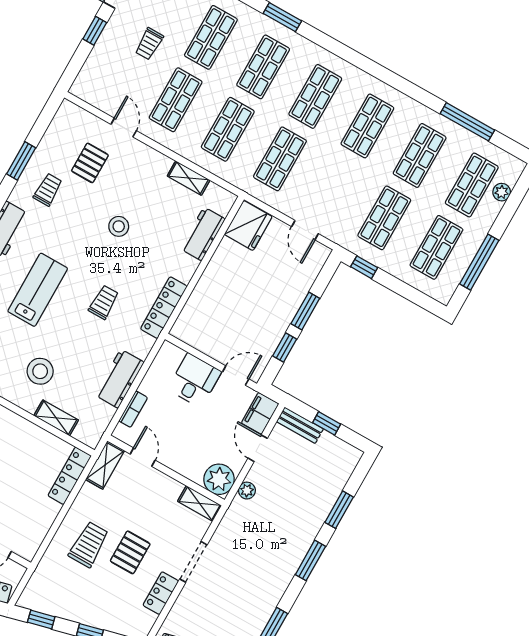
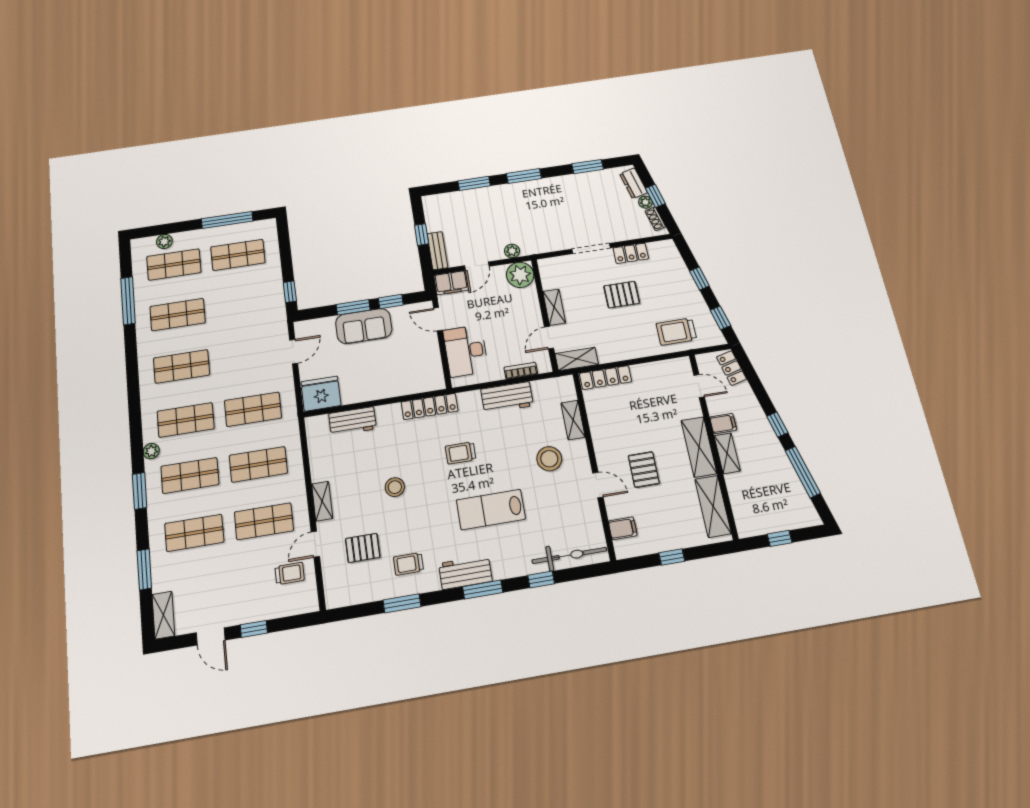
trolley: (149, 44) -> (290, 573), moved
plant: (310, 50) -> (151, 451), added
shelving: (189, 178) -> (322, 501), moved
shop shelf: (384, 218) -> (243, 305), removed
sofa: (280, 307) -> (364, 326), added
desk: (194, 380) -> (466, 351), width x1.37
shelving: (200, 503) -> (554, 307), moved
trolley: (89, 544) -> (676, 332), moved

